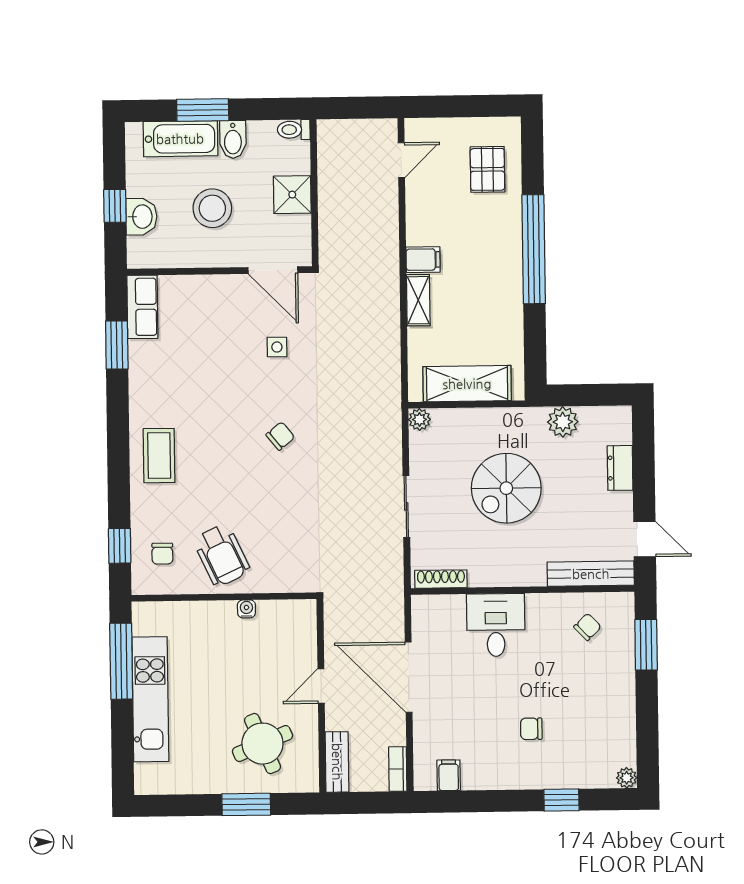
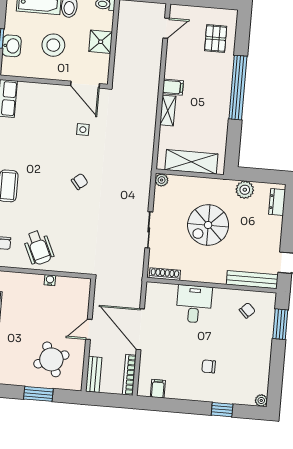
dresser: (620, 468) -> (277, 202), moved
bookcase: (398, 769) -> (129, 375), width x1.56

